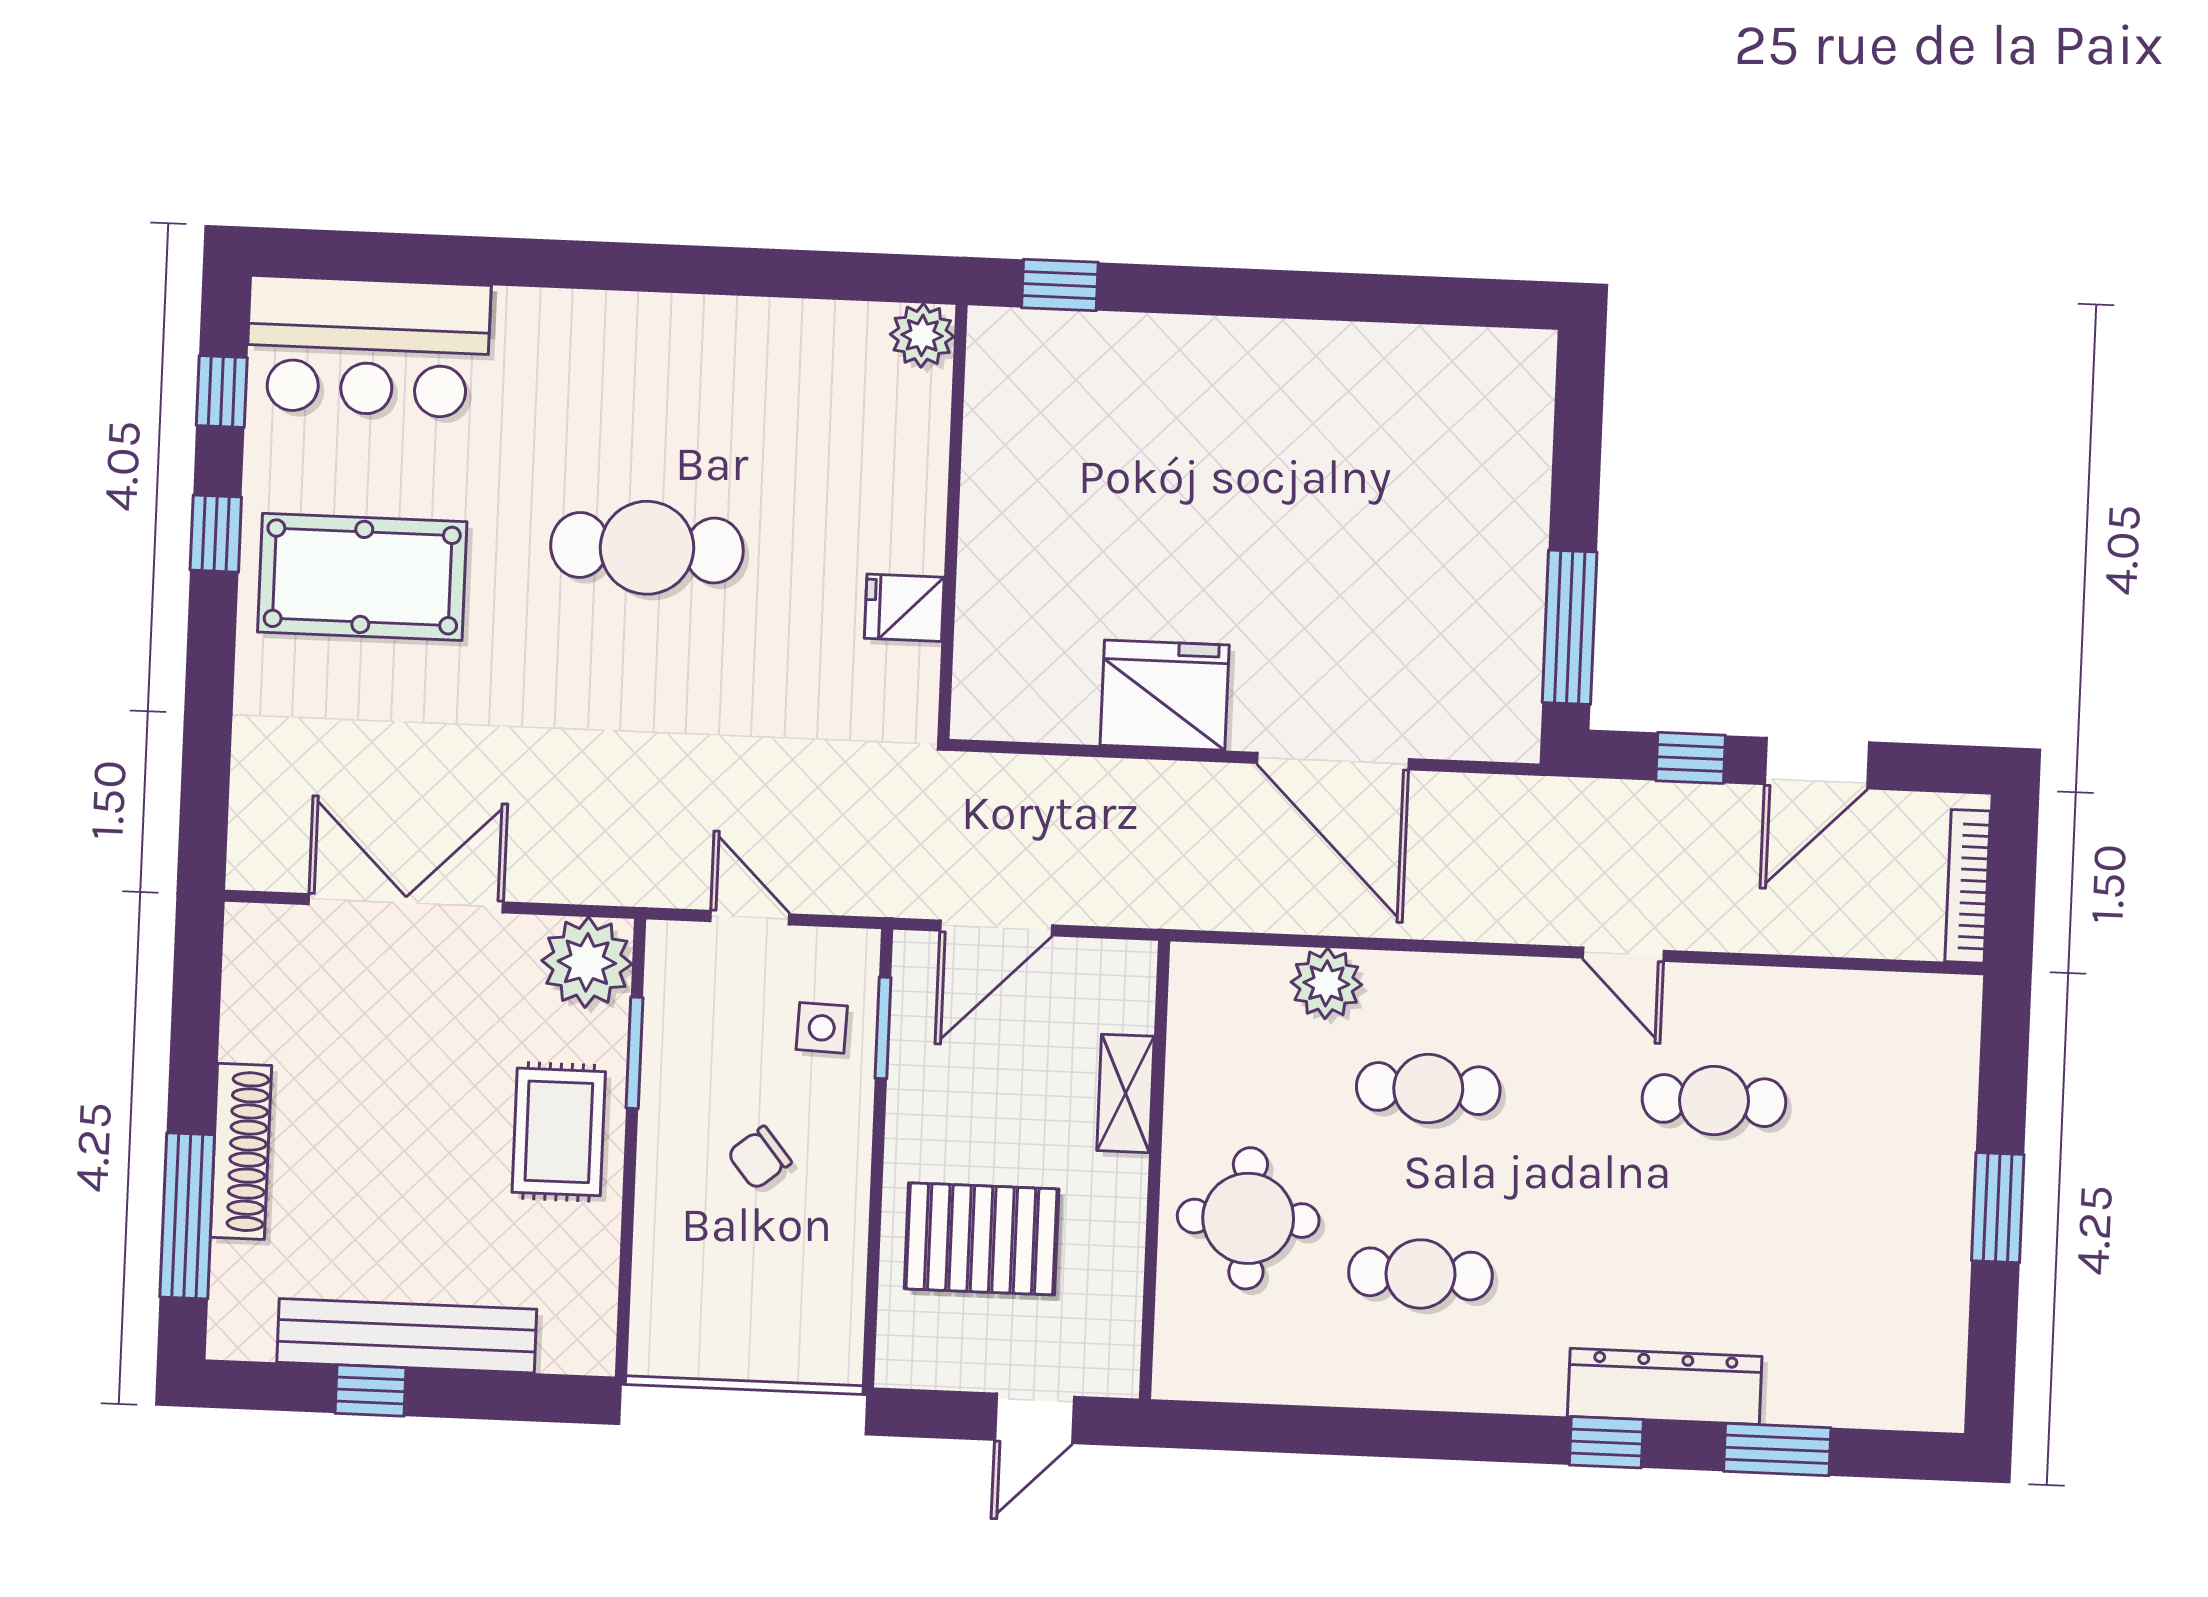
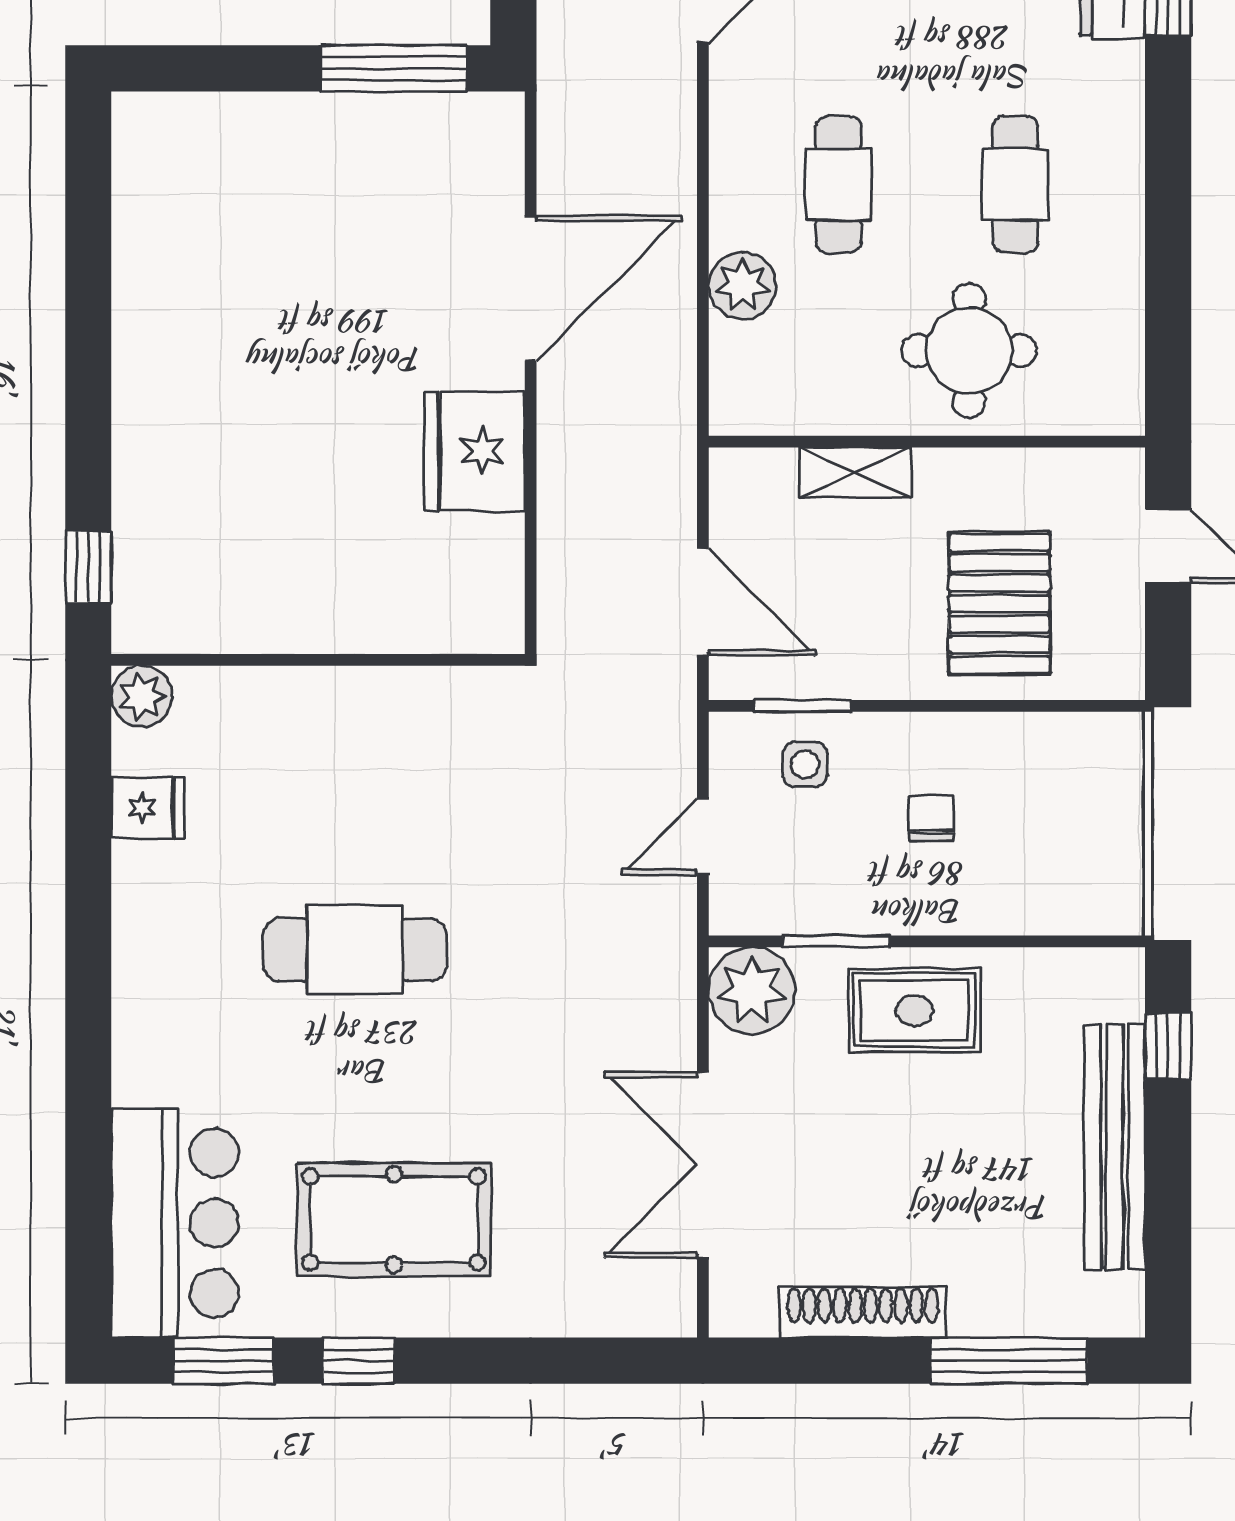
window: (222, 392) -> (223, 1361), width x1.50
cafe table: (647, 548) -> (355, 950), turned 90
pool table: (362, 577) -> (394, 1220), turned 90
fridge: (904, 608) -> (148, 808), moved, turned -90
shoe rack: (241, 1151) -> (863, 1312), moved
chair: (759, 1158) -> (931, 818), turned -141
window: (371, 1391) -> (1168, 1046), moved

